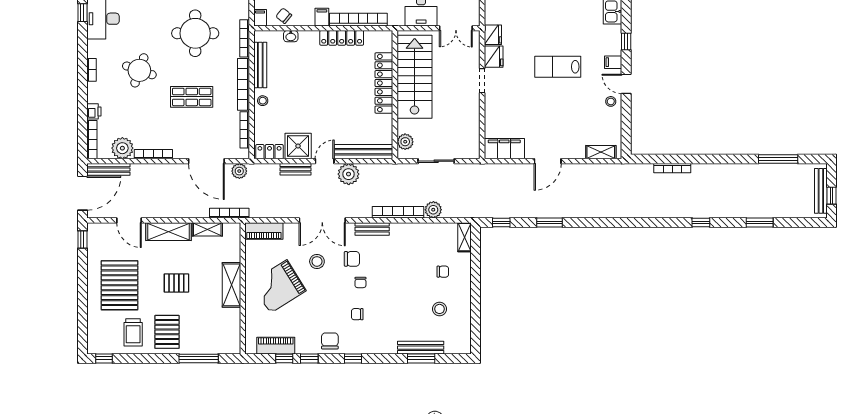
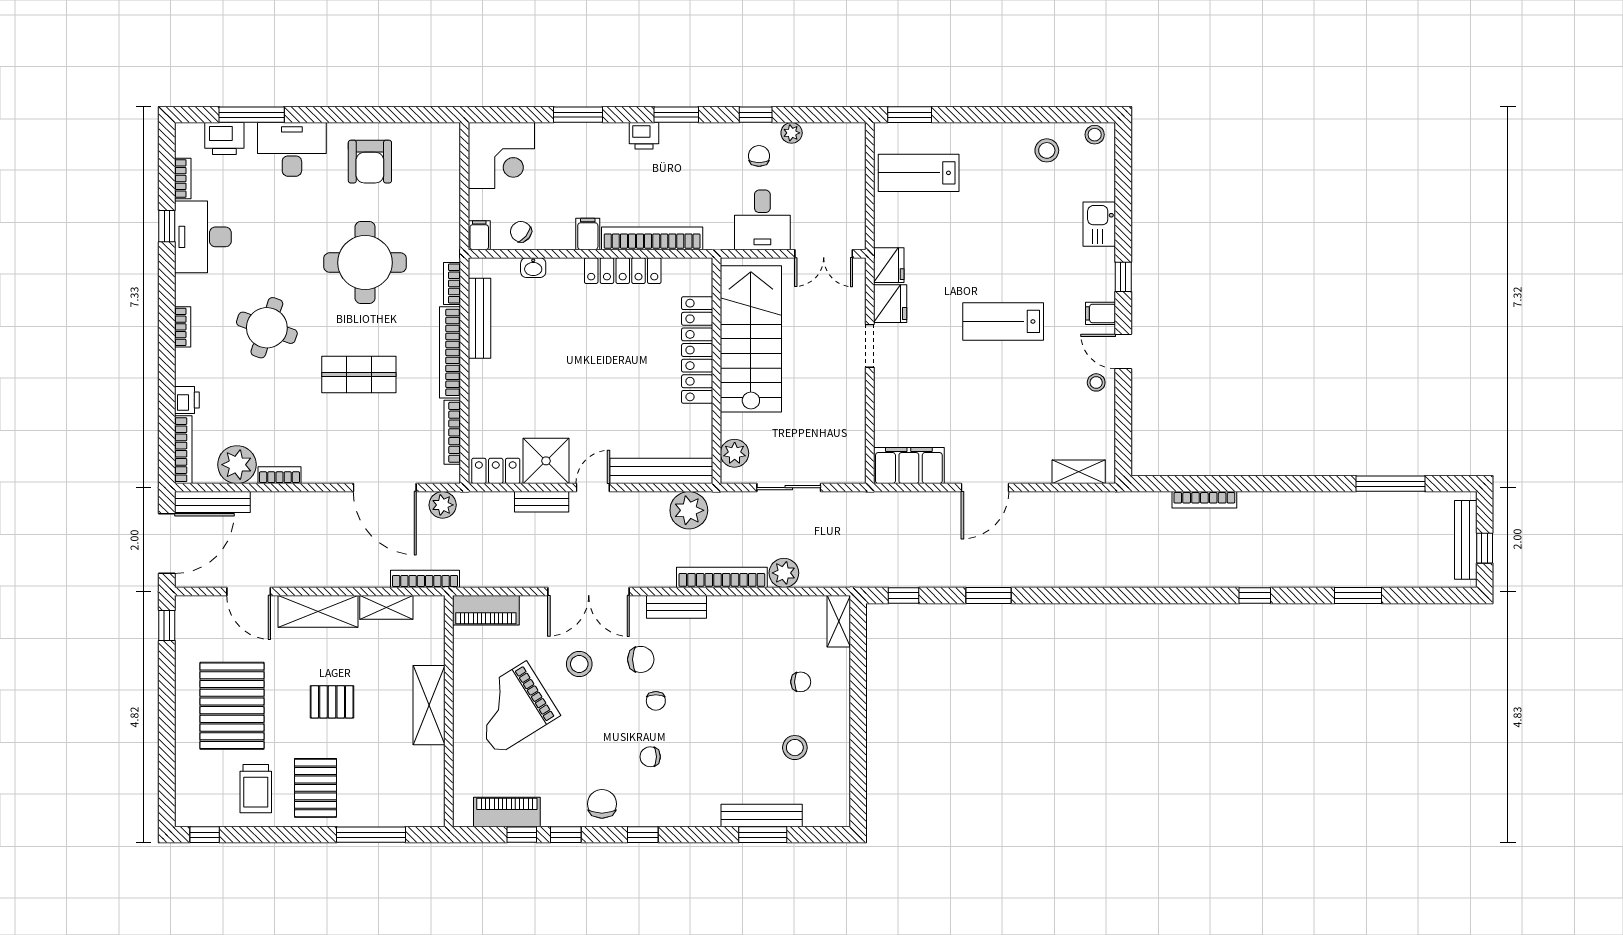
bookcase: (245, 38) -> (452, 283), width x0.64
stool: (263, 101) -> (484, 381), removed
bookcase: (153, 154) -> (280, 475), width x0.64
plant: (349, 174) -> (689, 510), moved

